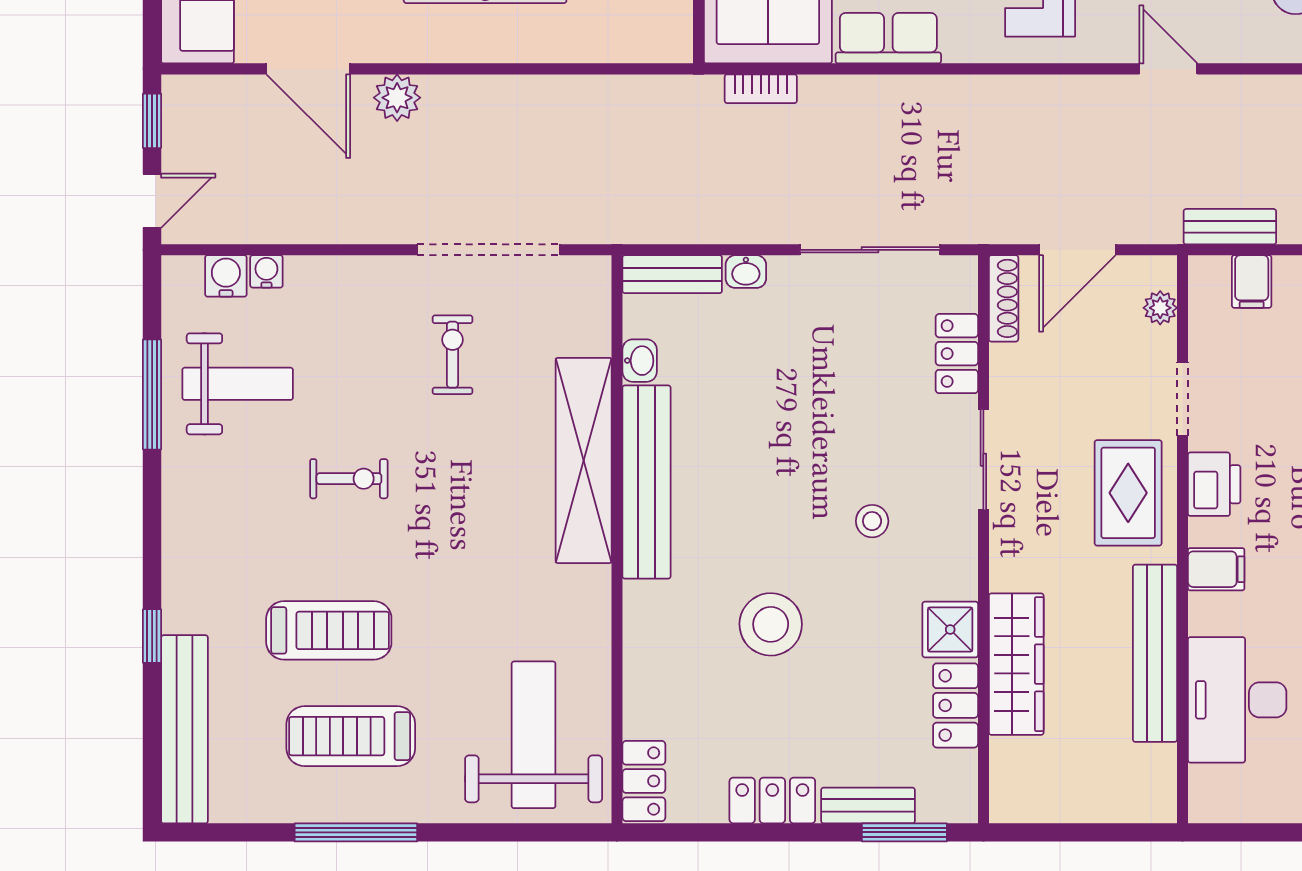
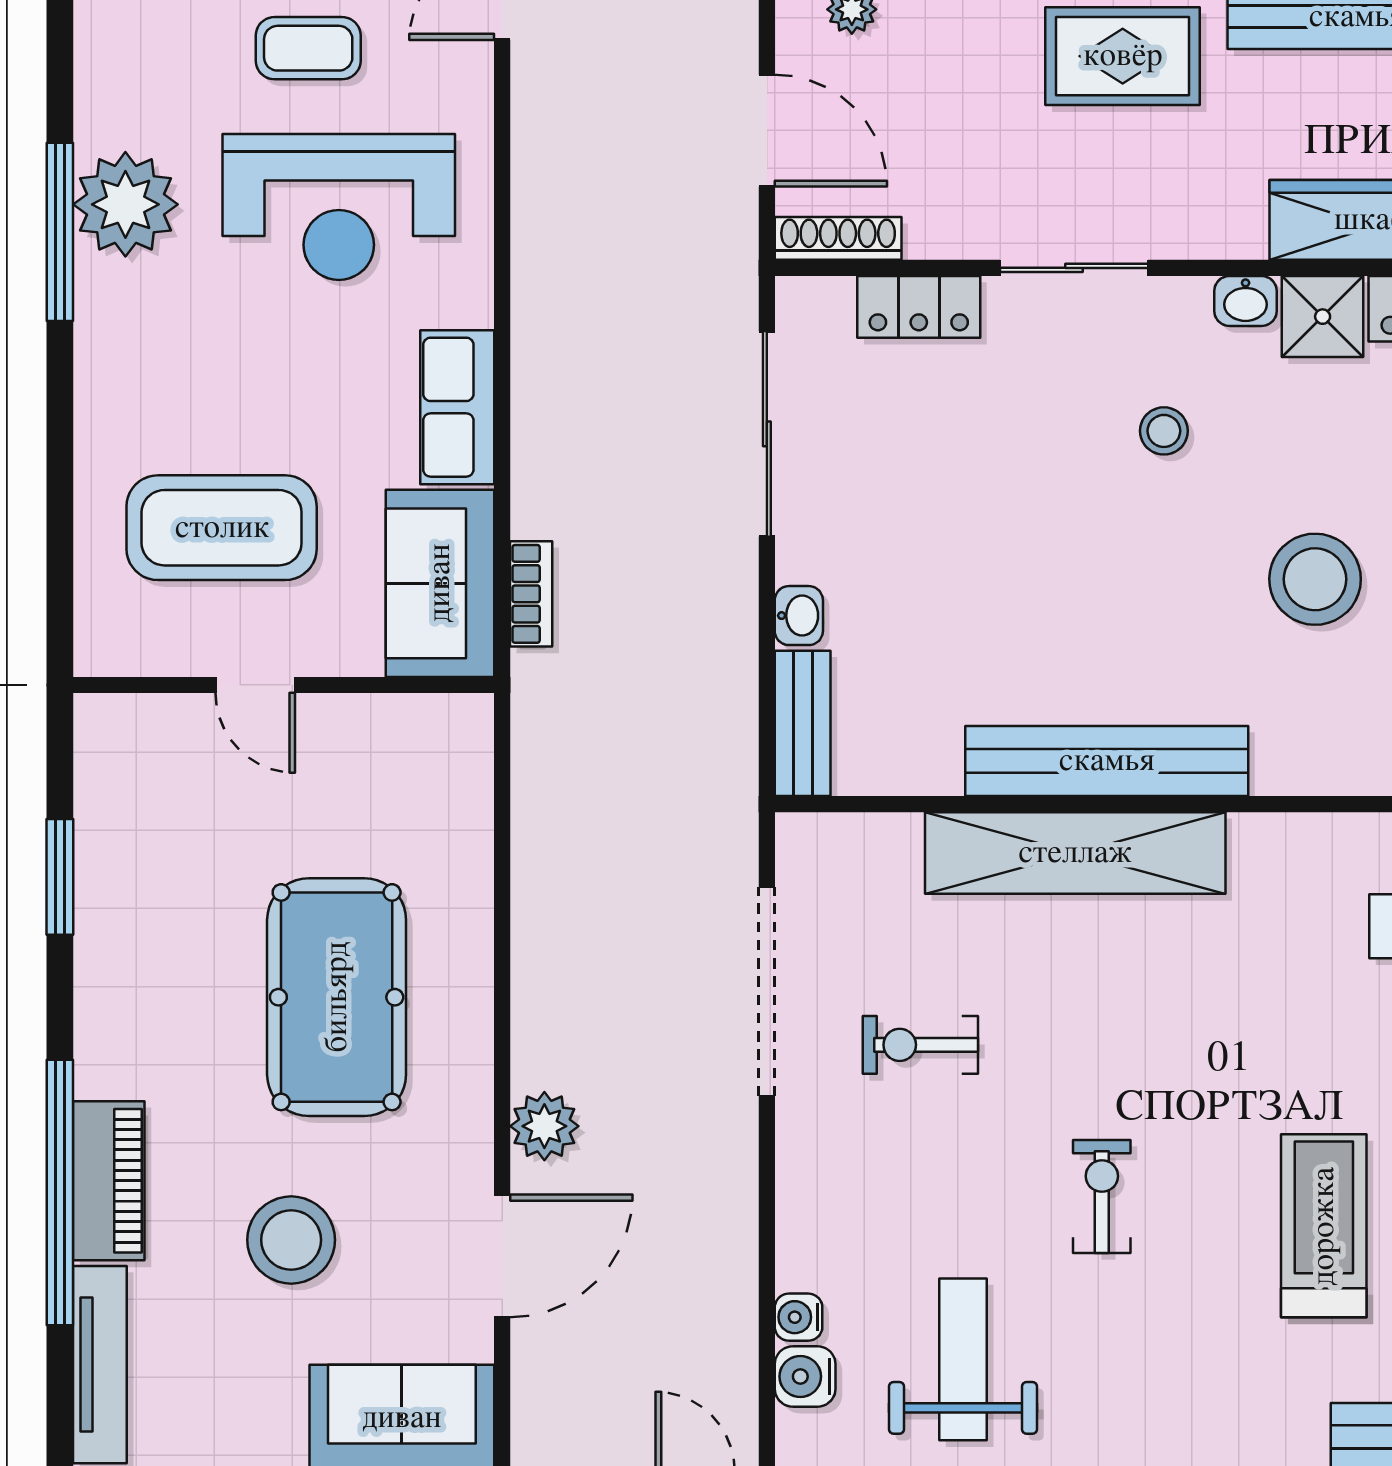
washbasin: (640, 361) -> (1246, 301), moved, turned 180

